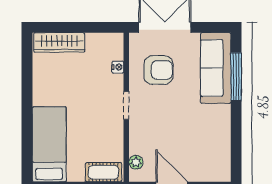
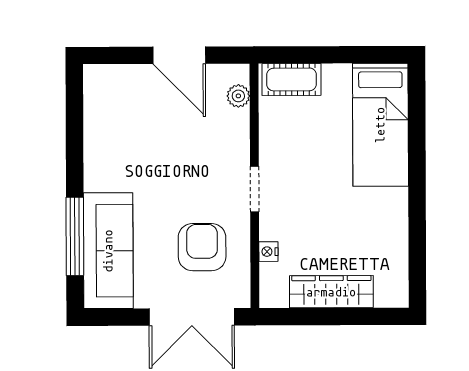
wardrobe: (59, 42) -> (331, 292), moved
armchair: (158, 70) -> (202, 247), turned 90

